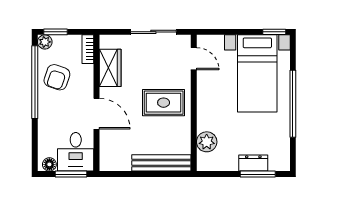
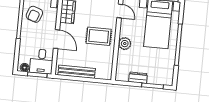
plant: (207, 142) -> (125, 44), moved
bench: (161, 163) -> (77, 72), moved
dresser: (253, 163) -> (138, 78), moved

